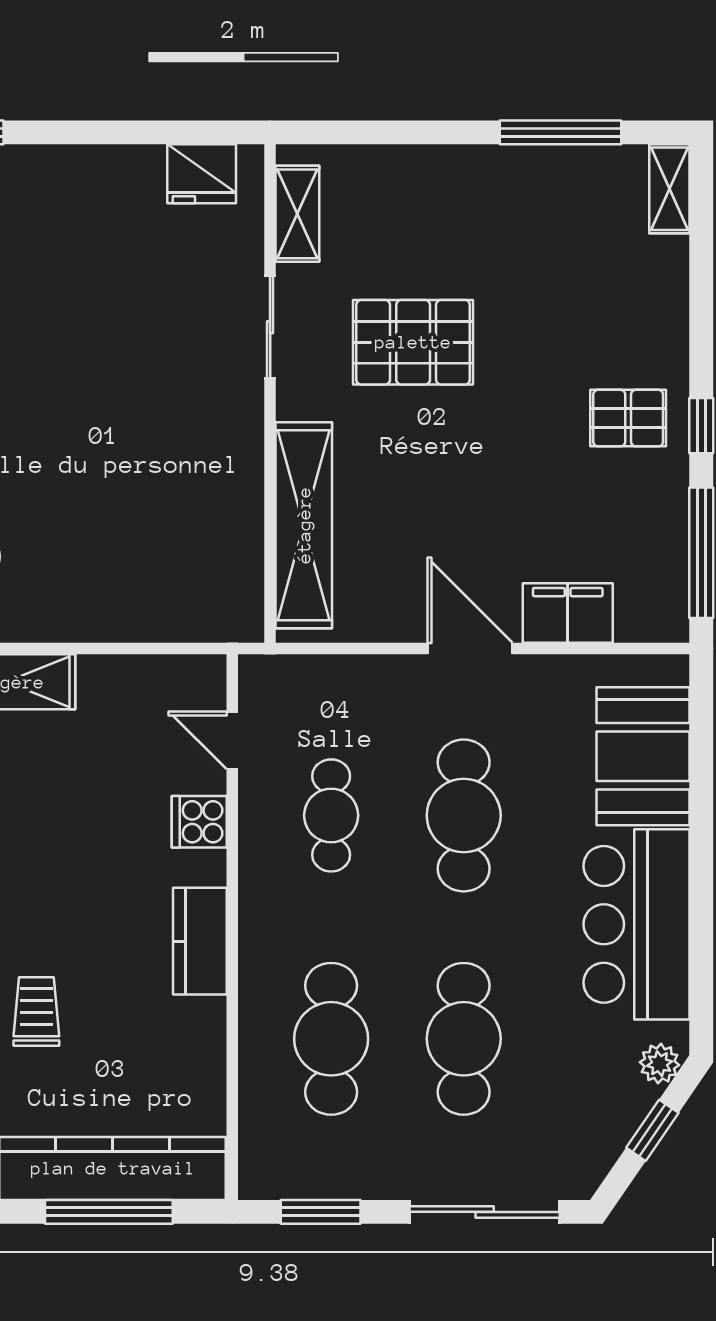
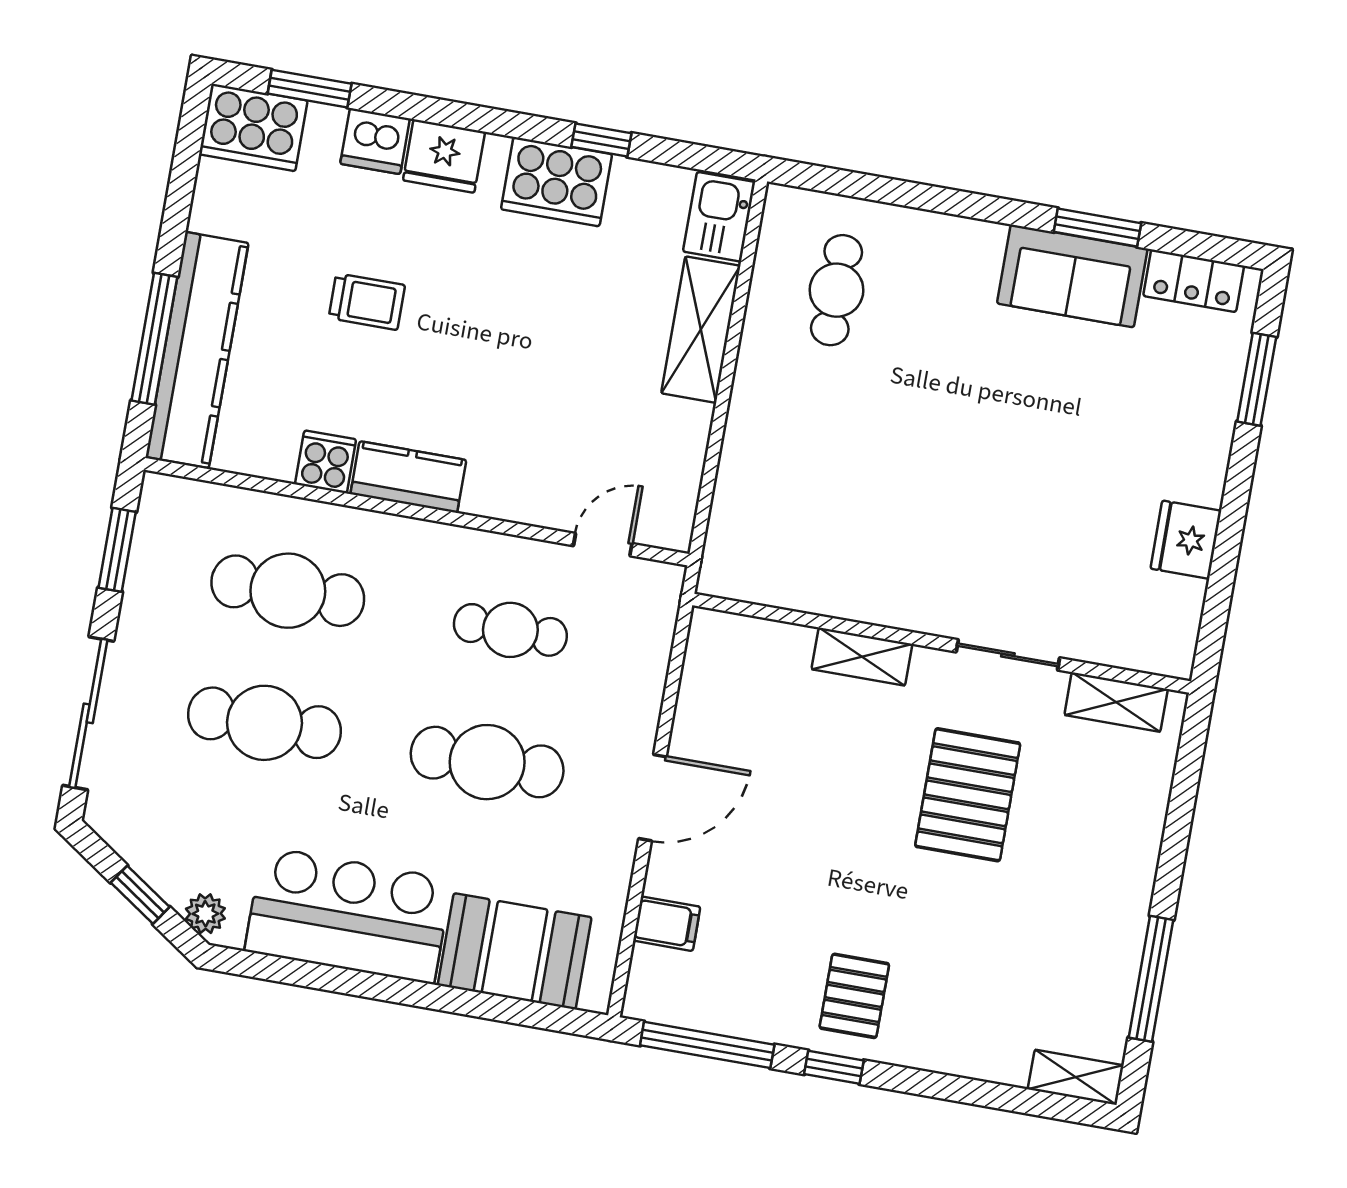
fridge: (202, 174) -> (1186, 540), moved
shelving: (304, 525) -> (862, 657), width x0.45, depth x0.75
filing cabinet: (568, 613) -> (667, 924), width x0.50
cooker: (199, 822) -> (326, 462), moved

